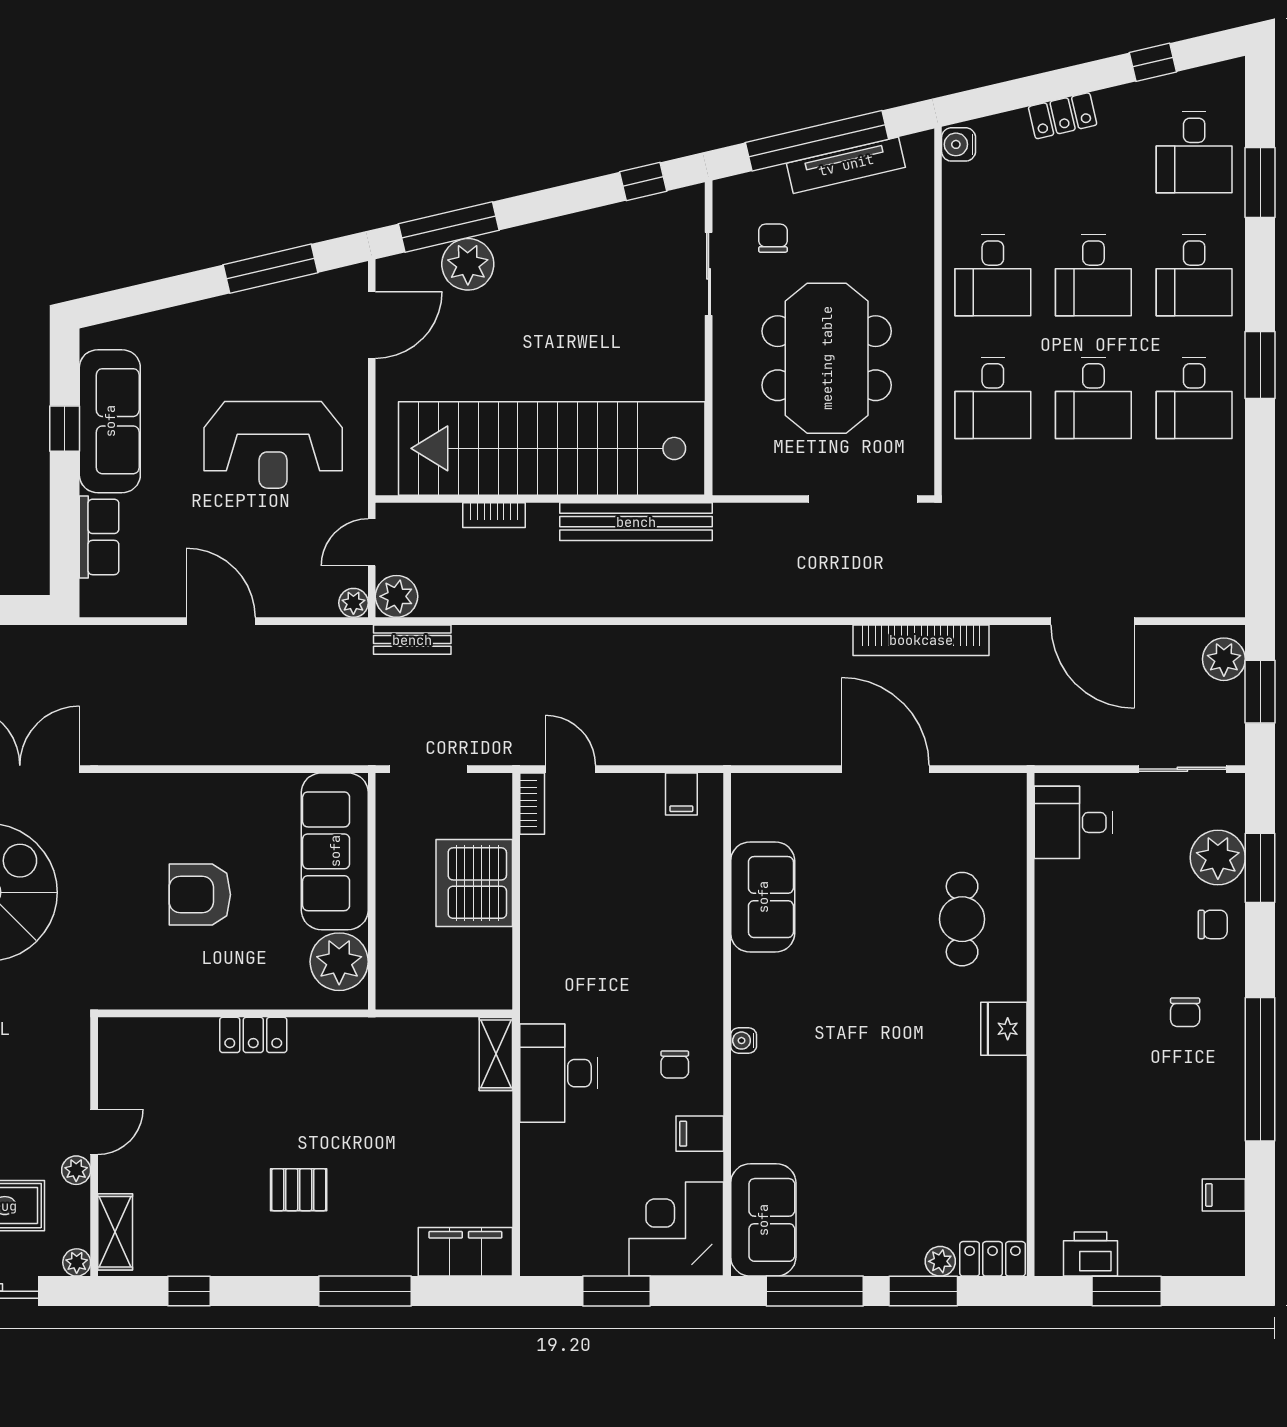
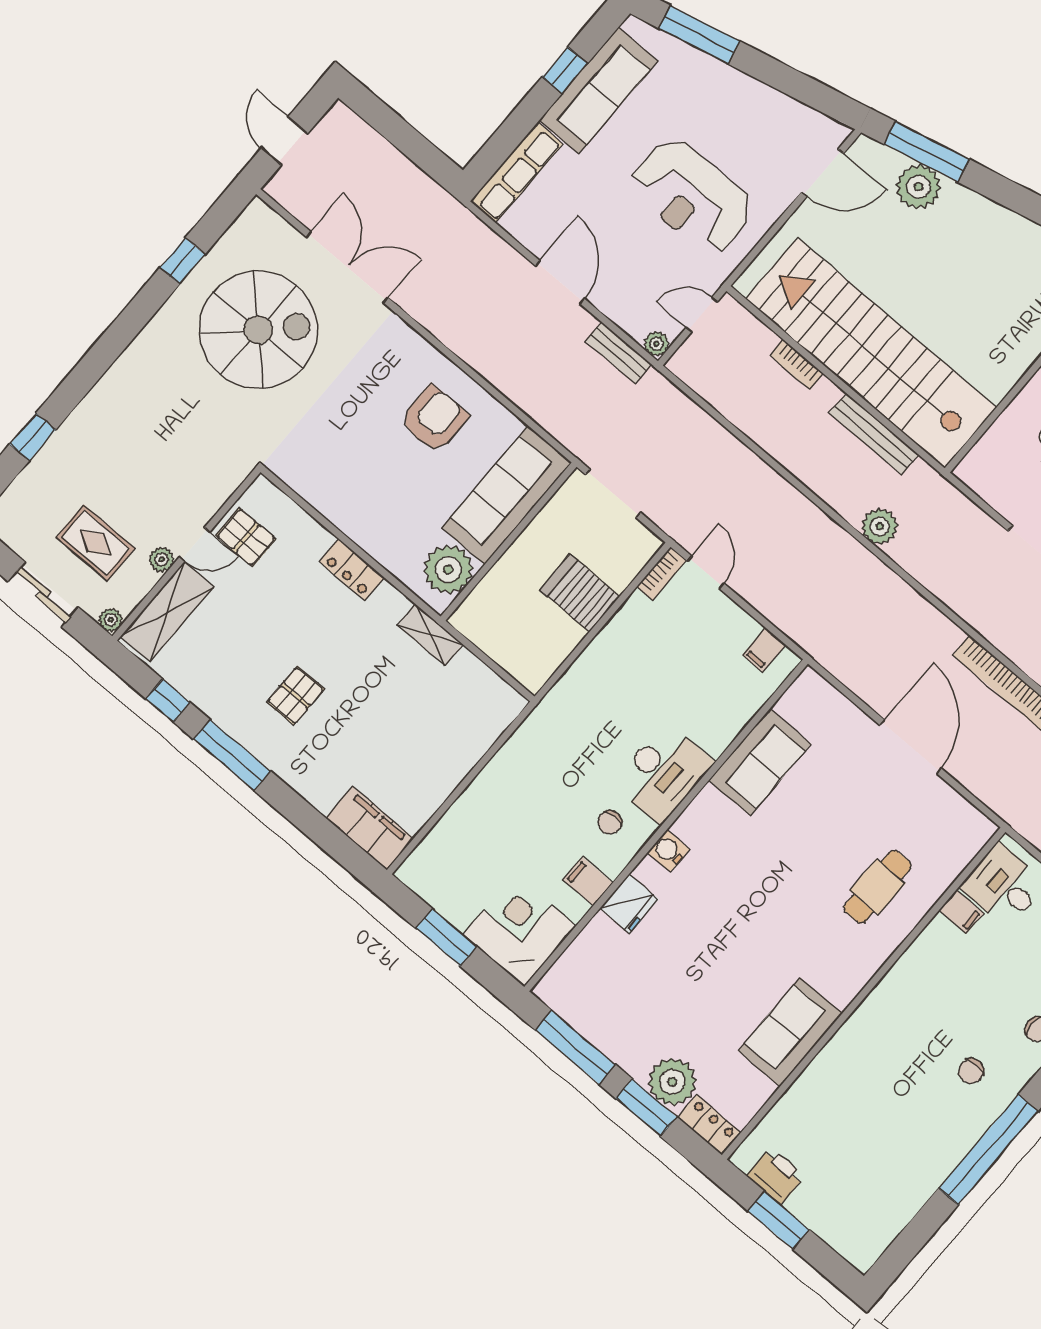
window: (270, 269) -> (699, 35), moved
bench: (636, 522) -> (874, 434), width x0.73, depth x0.82
row of seats: (99, 537) -> (516, 173), width x1.48
plant: (397, 596) -> (880, 526), moved
bench: (412, 640) -> (619, 353), moved
server rack: (474, 883) -> (580, 593), width x0.63
armchair: (200, 895) -> (434, 419), moved, turned 90
fridge: (1004, 1029) -> (629, 904), moved, turned 180
water cooler: (744, 1041) -> (668, 851), width x1.38, depth x1.38
shelving: (496, 1054) -> (430, 635), moved, turned 90
desk: (559, 1073) -> (663, 773), moved, turned 180
pallet: (134, 1086) -> (246, 537), added
pallet: (299, 1190) -> (296, 695), turned 90
filing cabinet: (1224, 1195) -> (961, 912), moved, turned 180
sofa: (763, 1220) -> (790, 1032), moved, turned 180
shelving: (115, 1232) -> (167, 612), width x1.50, depth x1.33
plant: (940, 1261) -> (672, 1082), width x1.87, depth x1.87
window: (365, 1291) -> (232, 755), moved

